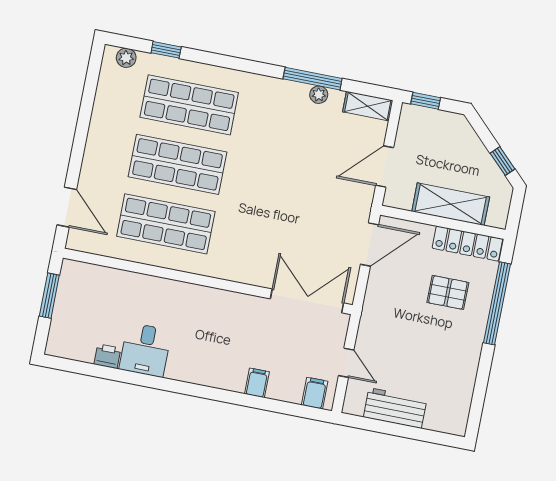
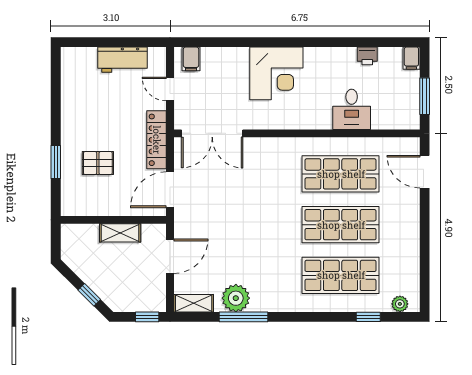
plant: (319, 95) -> (236, 298), width x1.87, depth x1.87
window: (502, 161) -> (89, 295), moved
shelving: (451, 204) -> (120, 233), width x0.67, depth x0.75
locker: (467, 244) -> (157, 140), moved, turned -90
window: (497, 303) -> (56, 162), width x0.47
desk: (145, 350) -> (352, 109), moved, turned 180
corner desk: (218, 357) -> (276, 73), added
filing cabinet: (257, 383) -> (411, 58), moved

